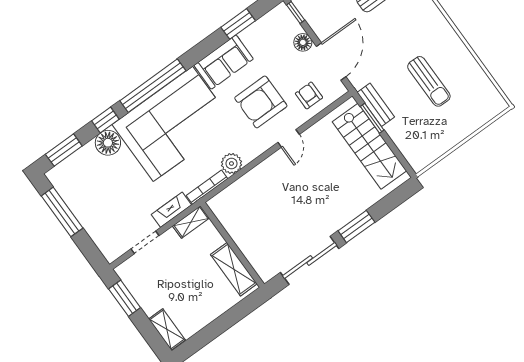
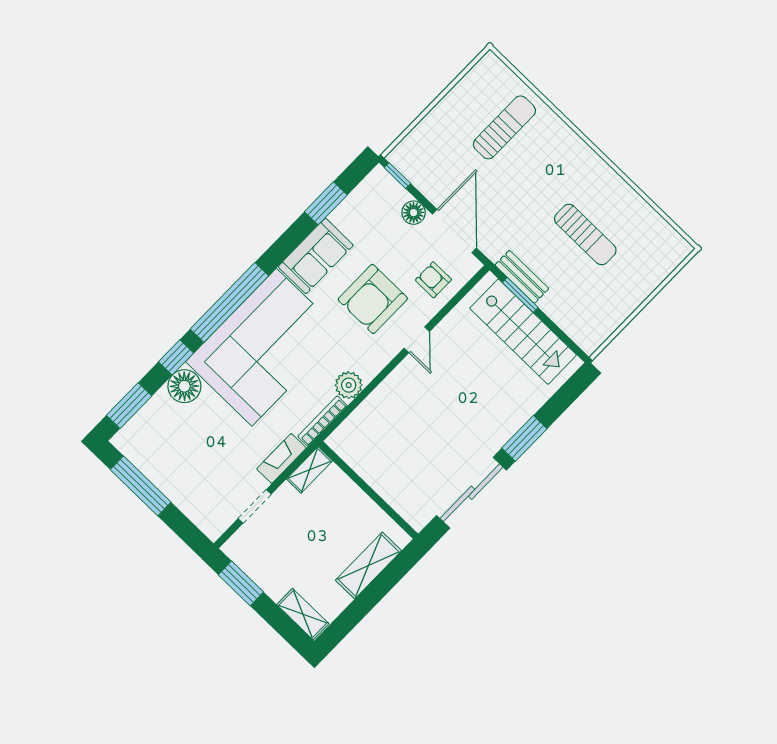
shelving: (234, 269) -> (368, 565), moved, turned 90

